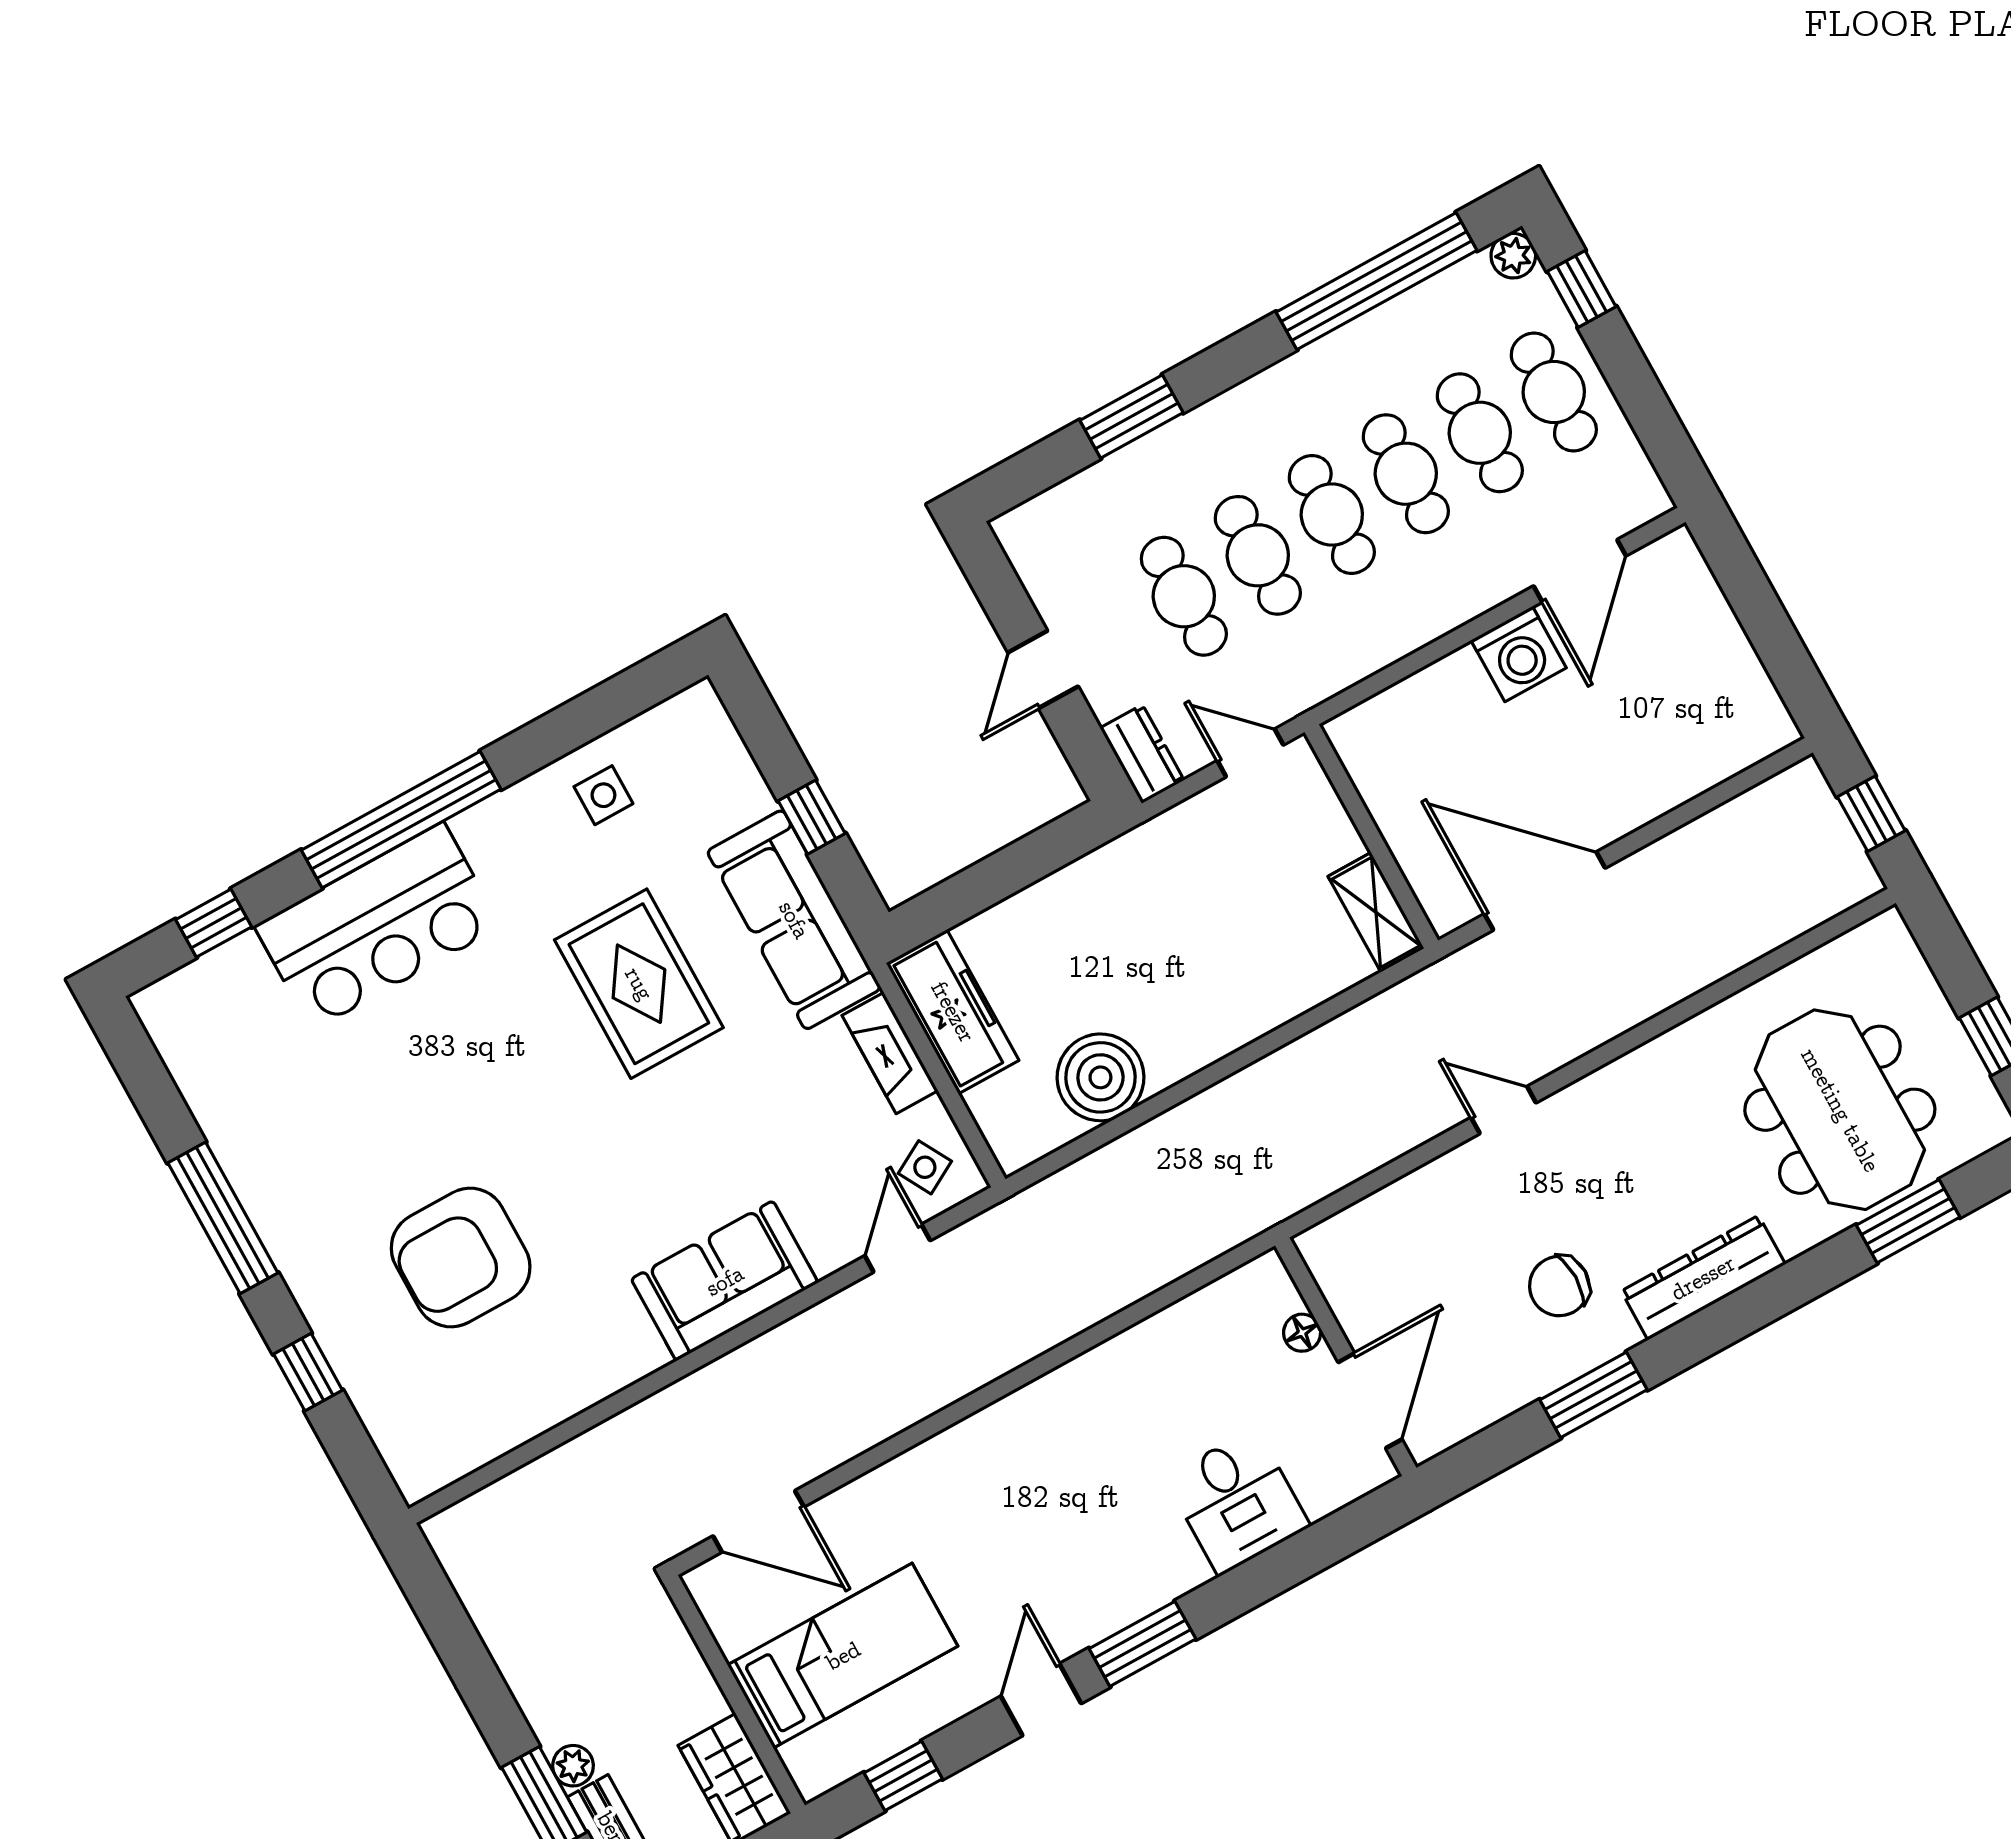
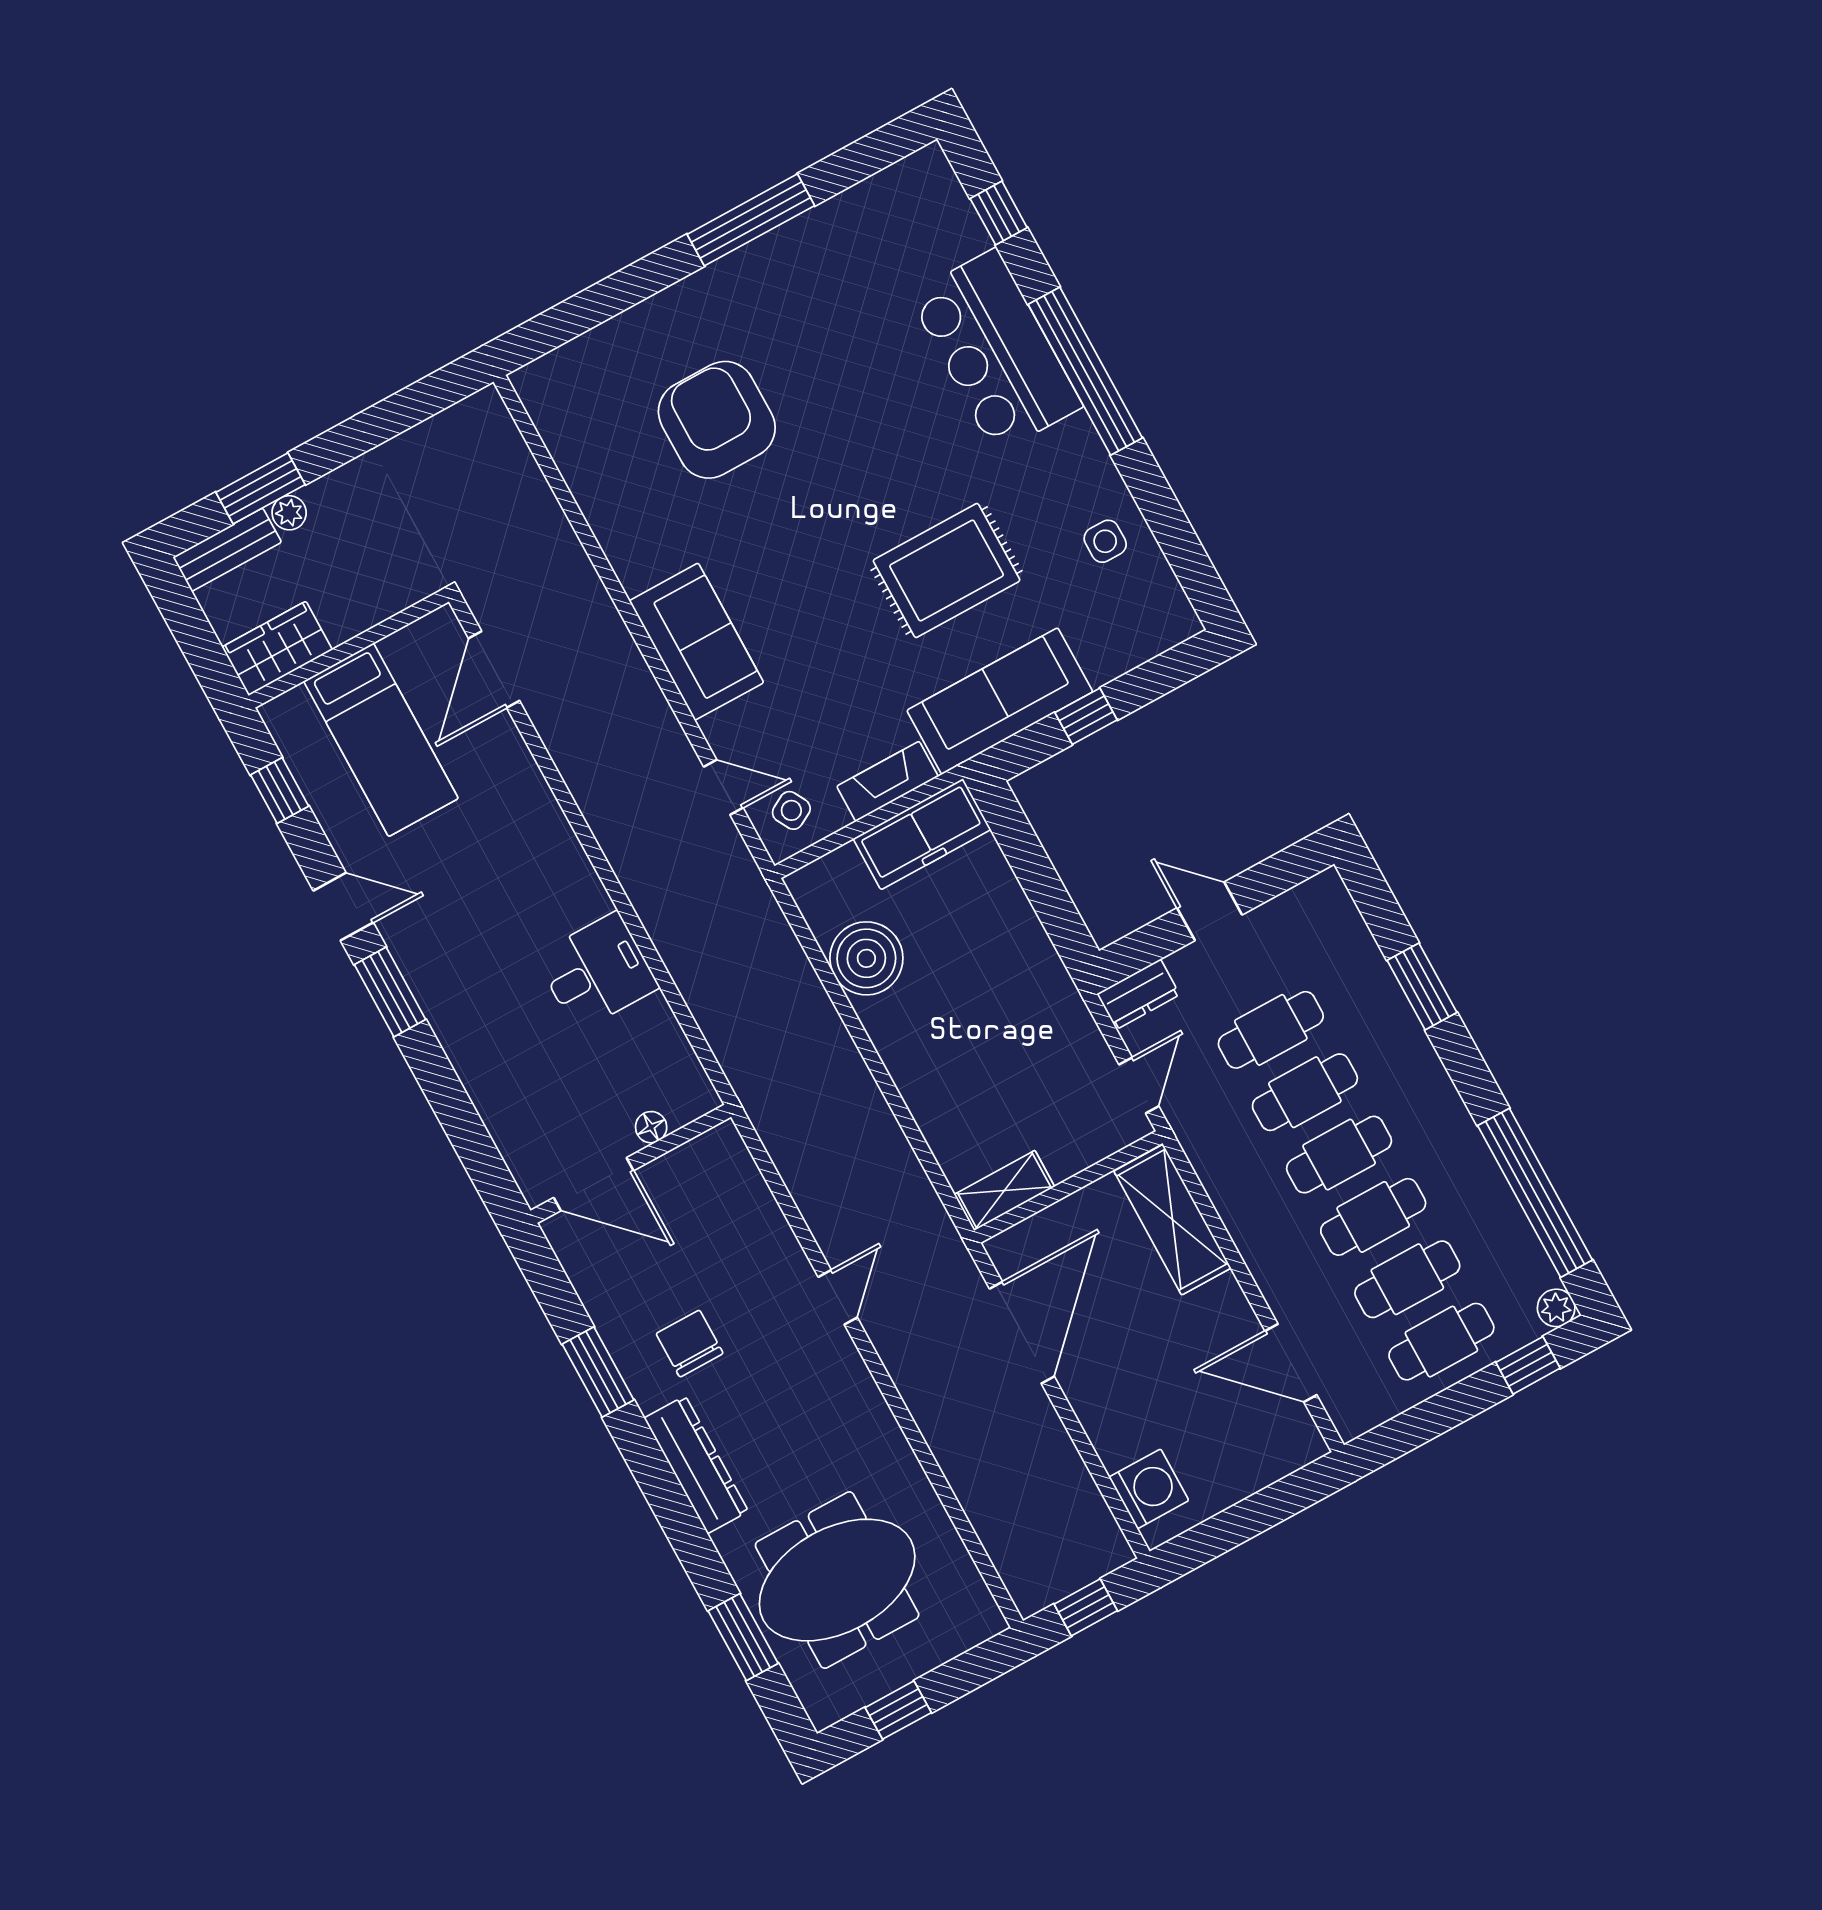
washing machine: (1519, 654) -> (1149, 1489), moved, turned 180
shelving: (1410, 712) -> (1172, 1220), added
window: (308, 1372) -> (621, 291), removed
desk: (1237, 1502) -> (597, 972), moved, turned 180

